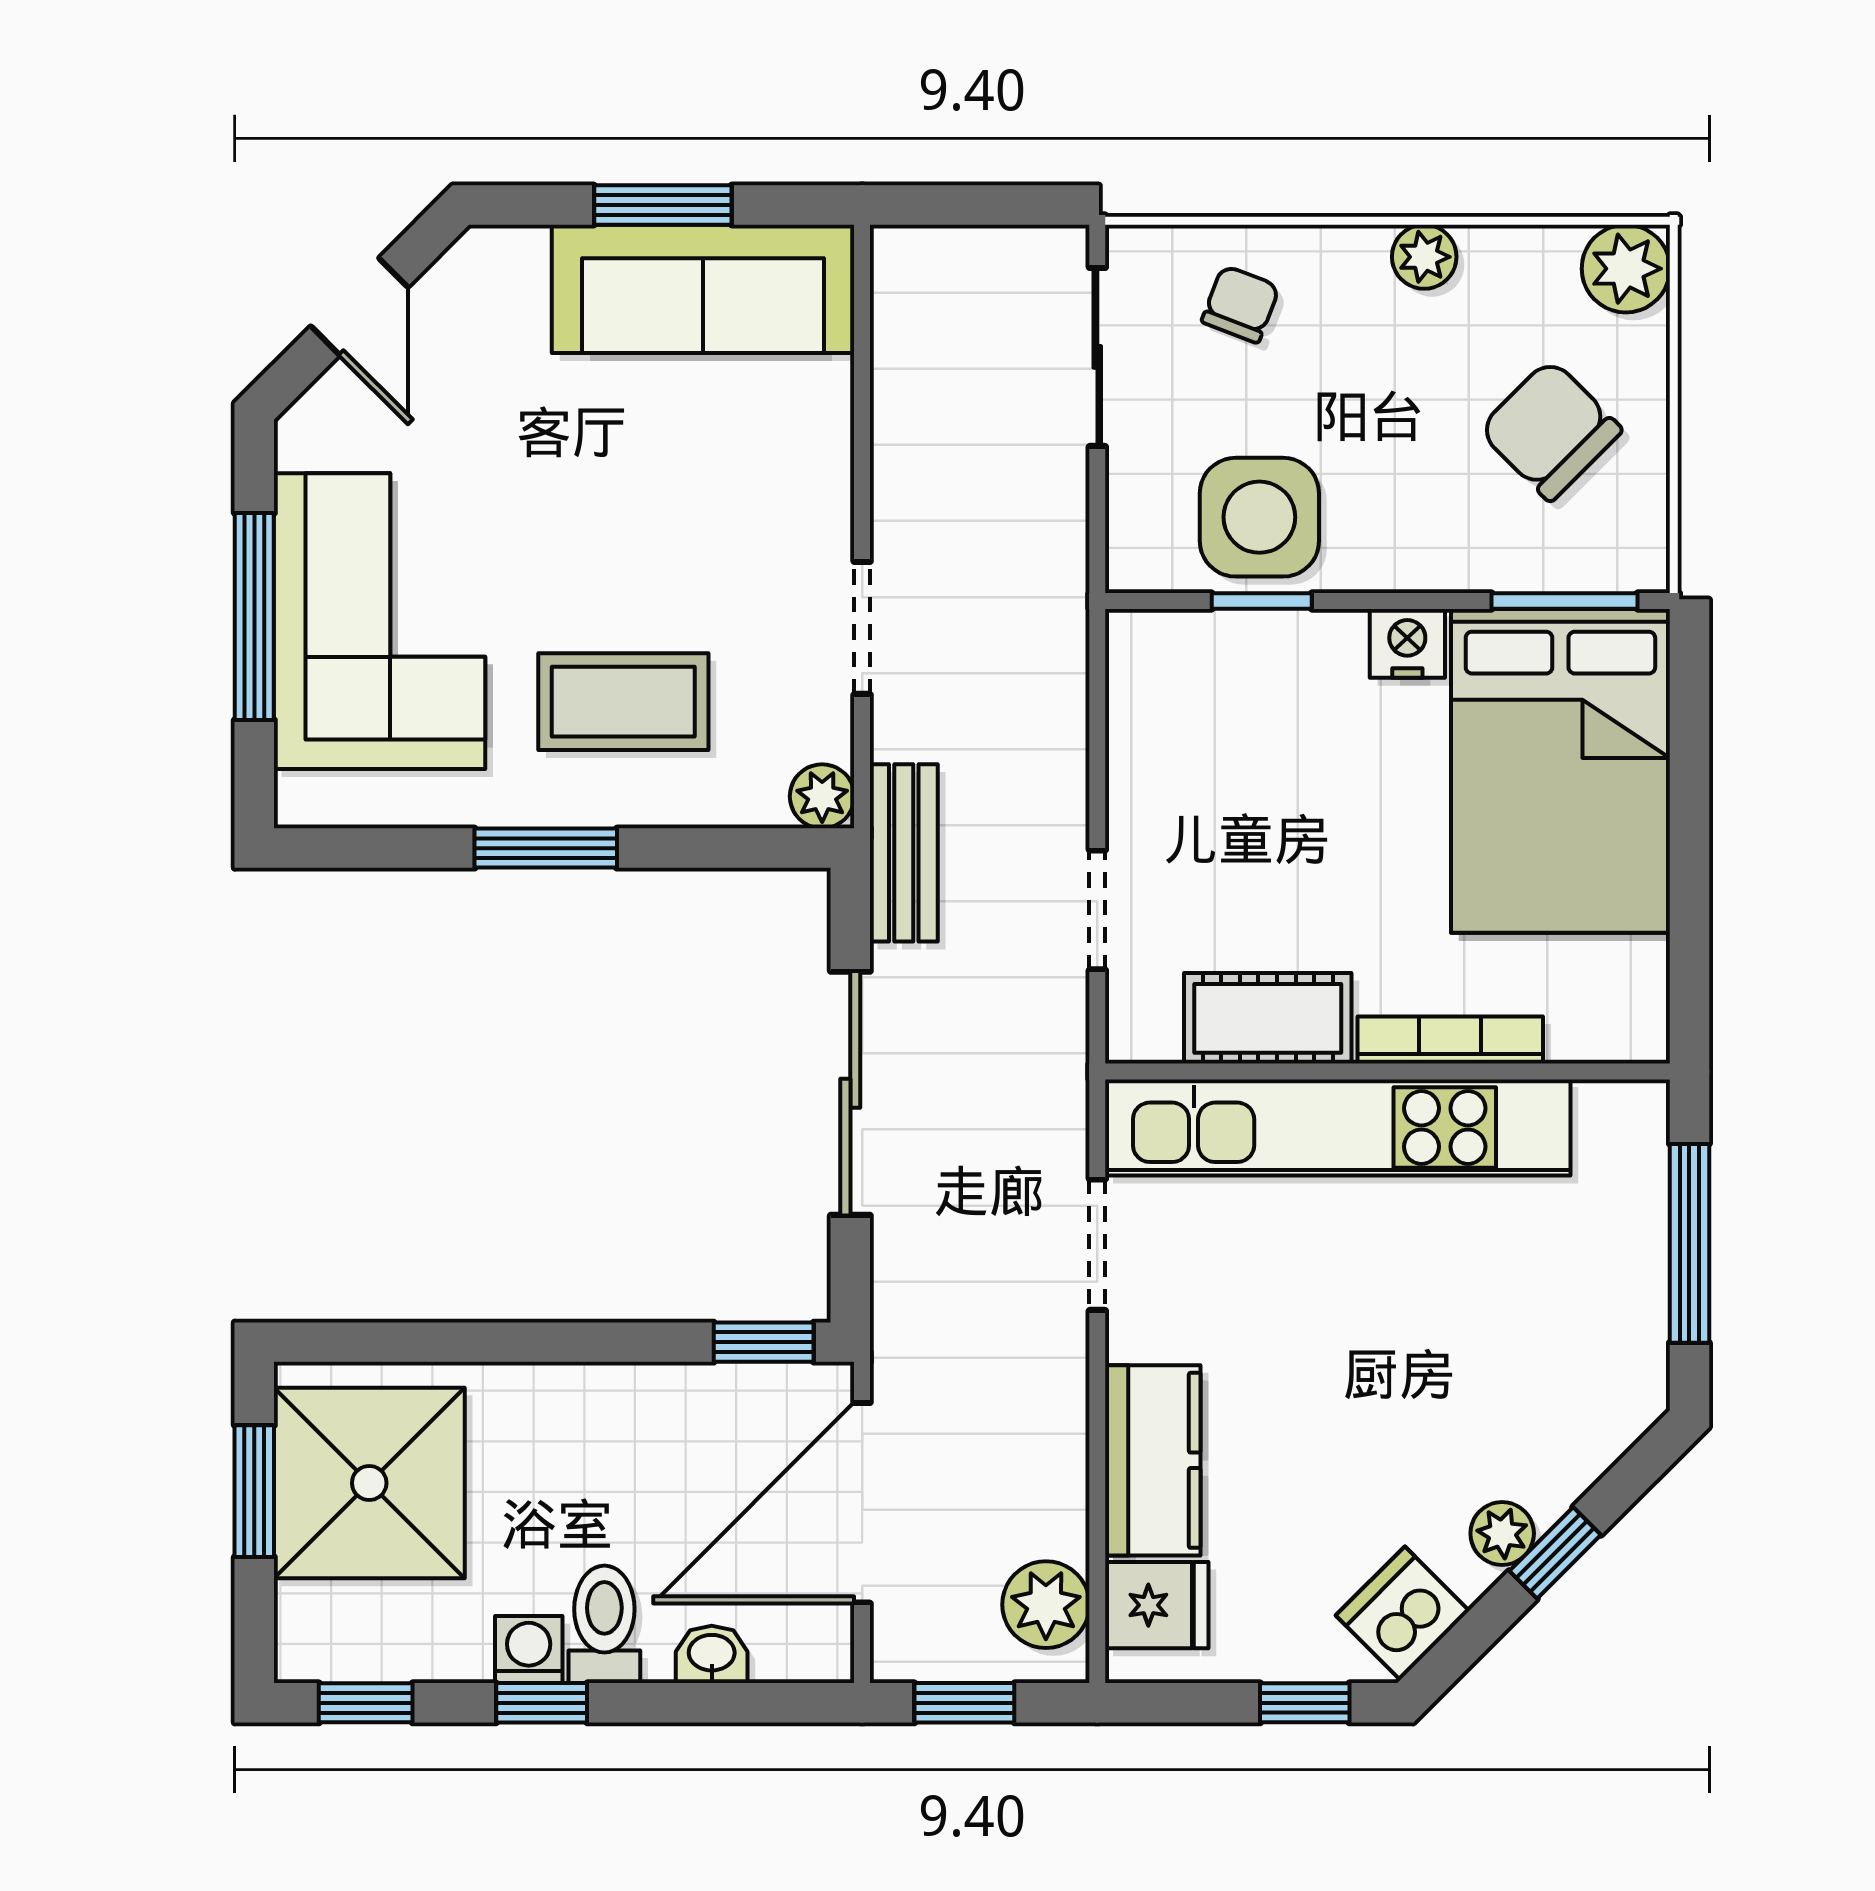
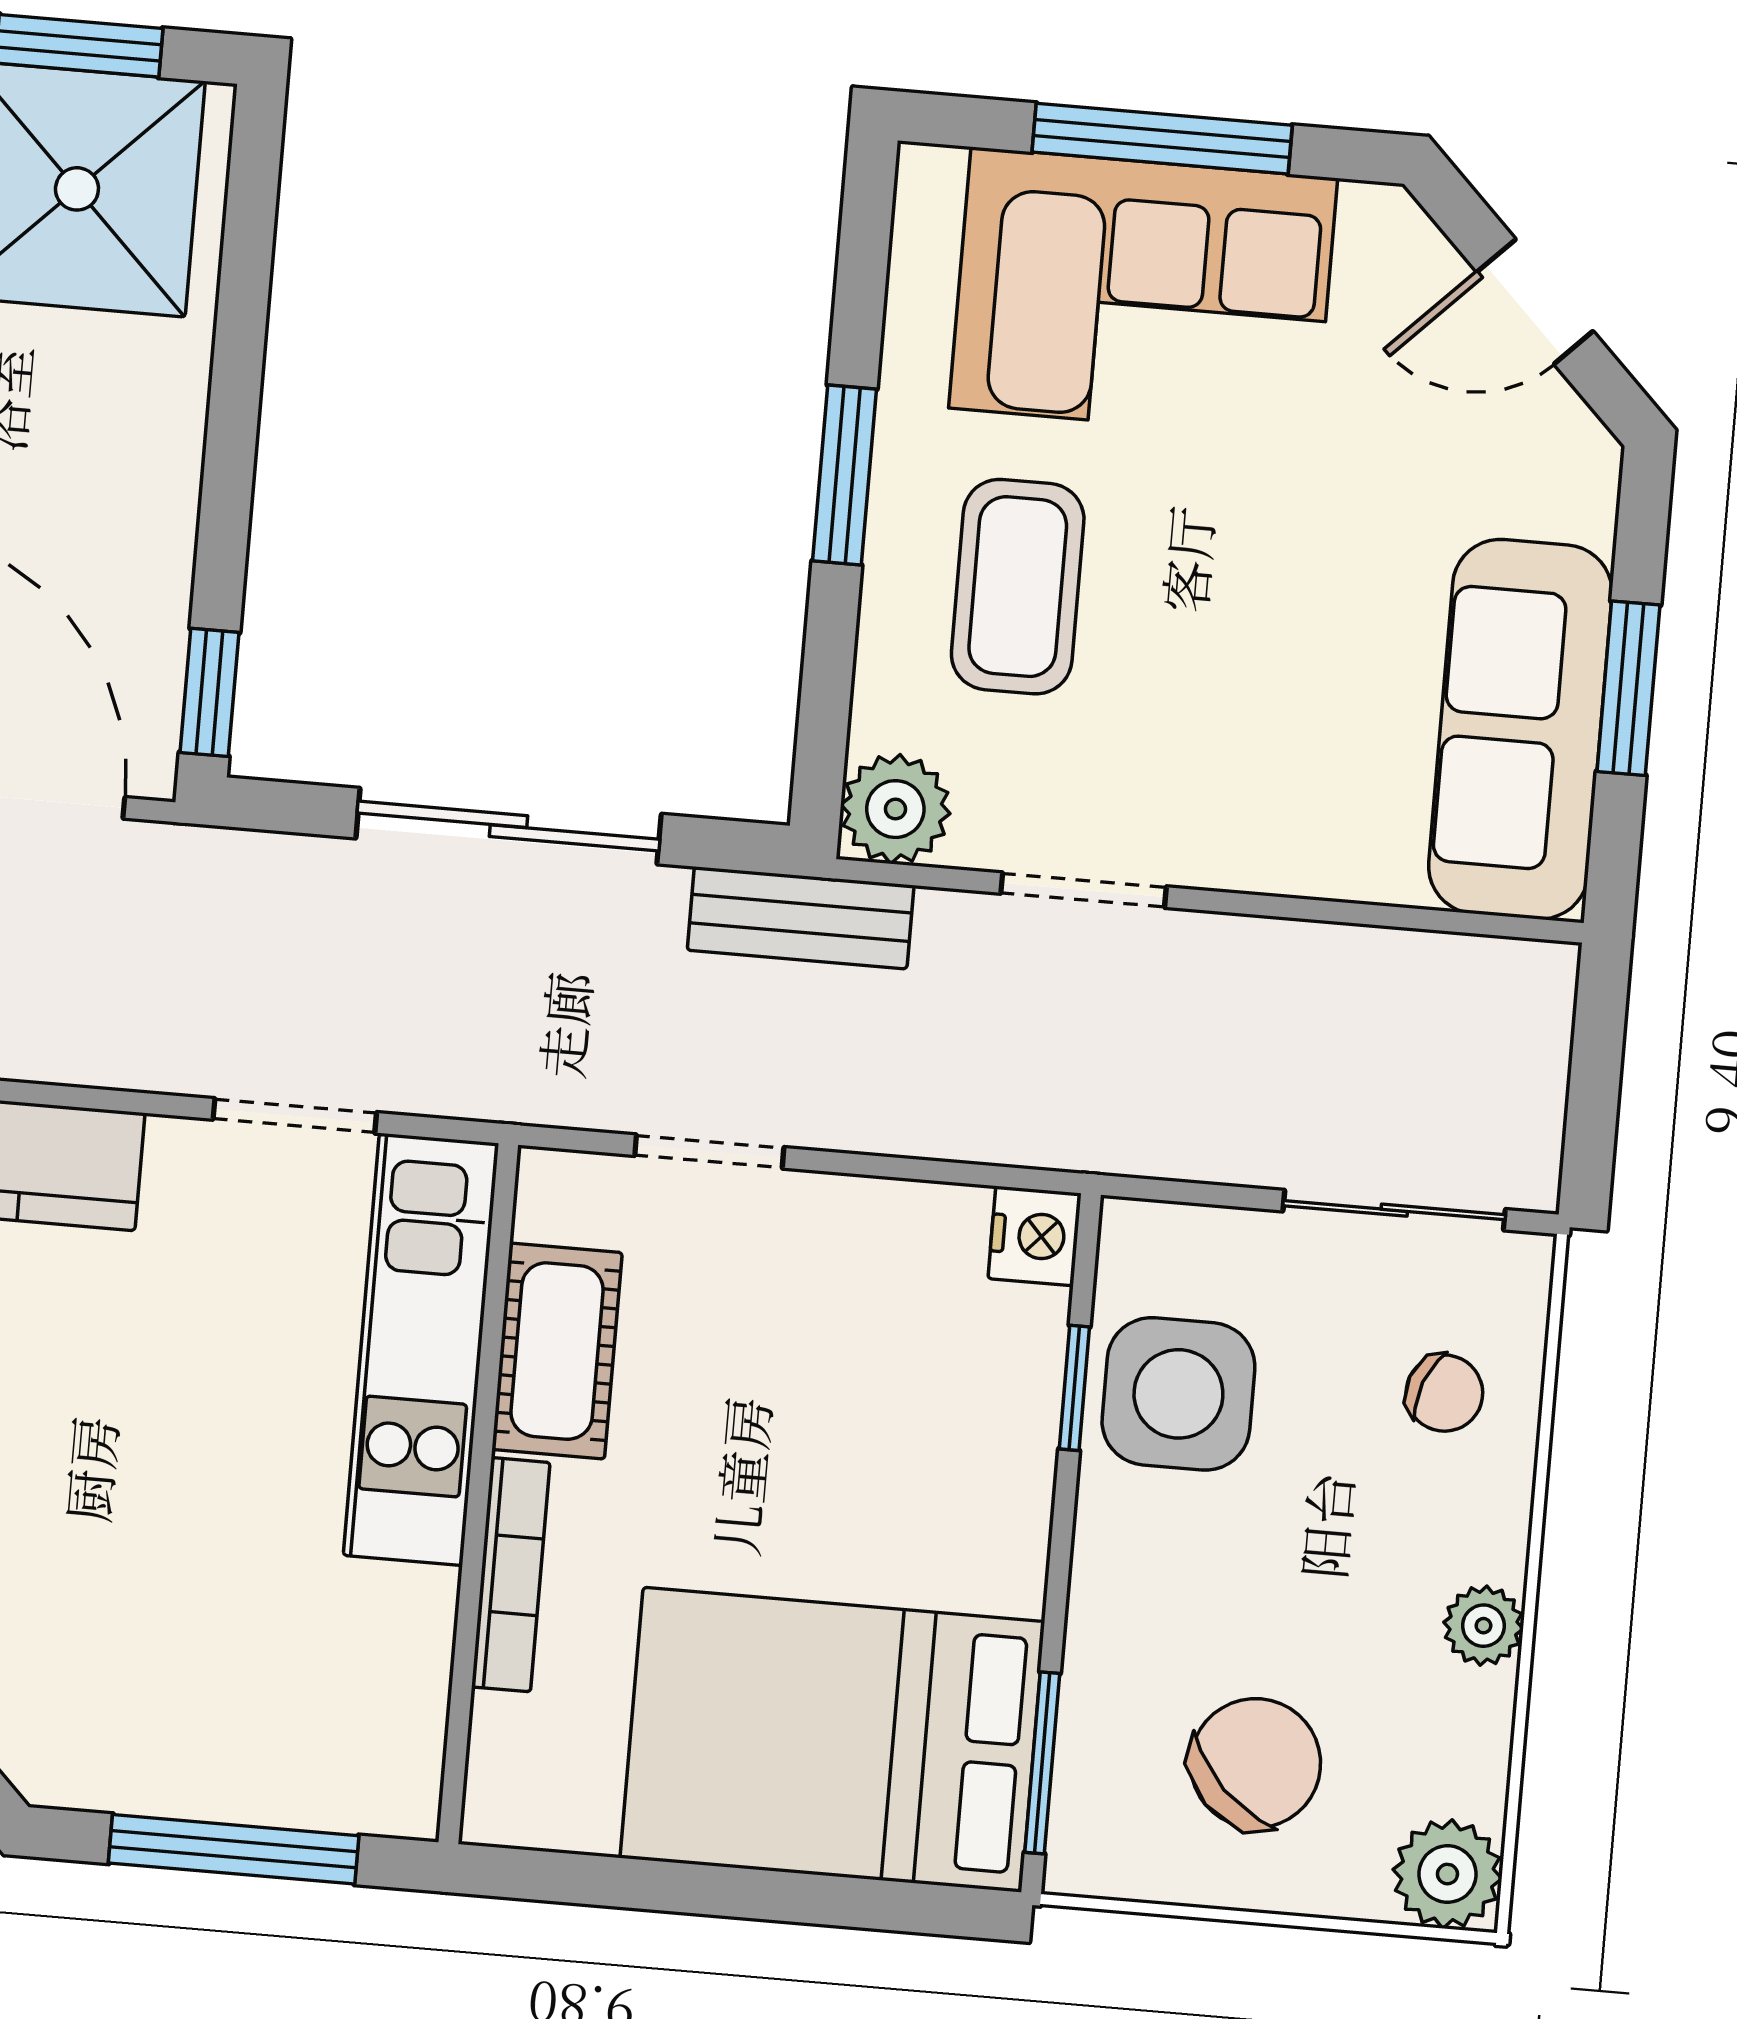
nightstand: (1407, 643) -> (1035, 1236), moved
plant: (822, 796) -> (895, 809), width x1.38, depth x1.38
kitchen unit: (1338, 1127) -> (421, 1349), width x0.73

